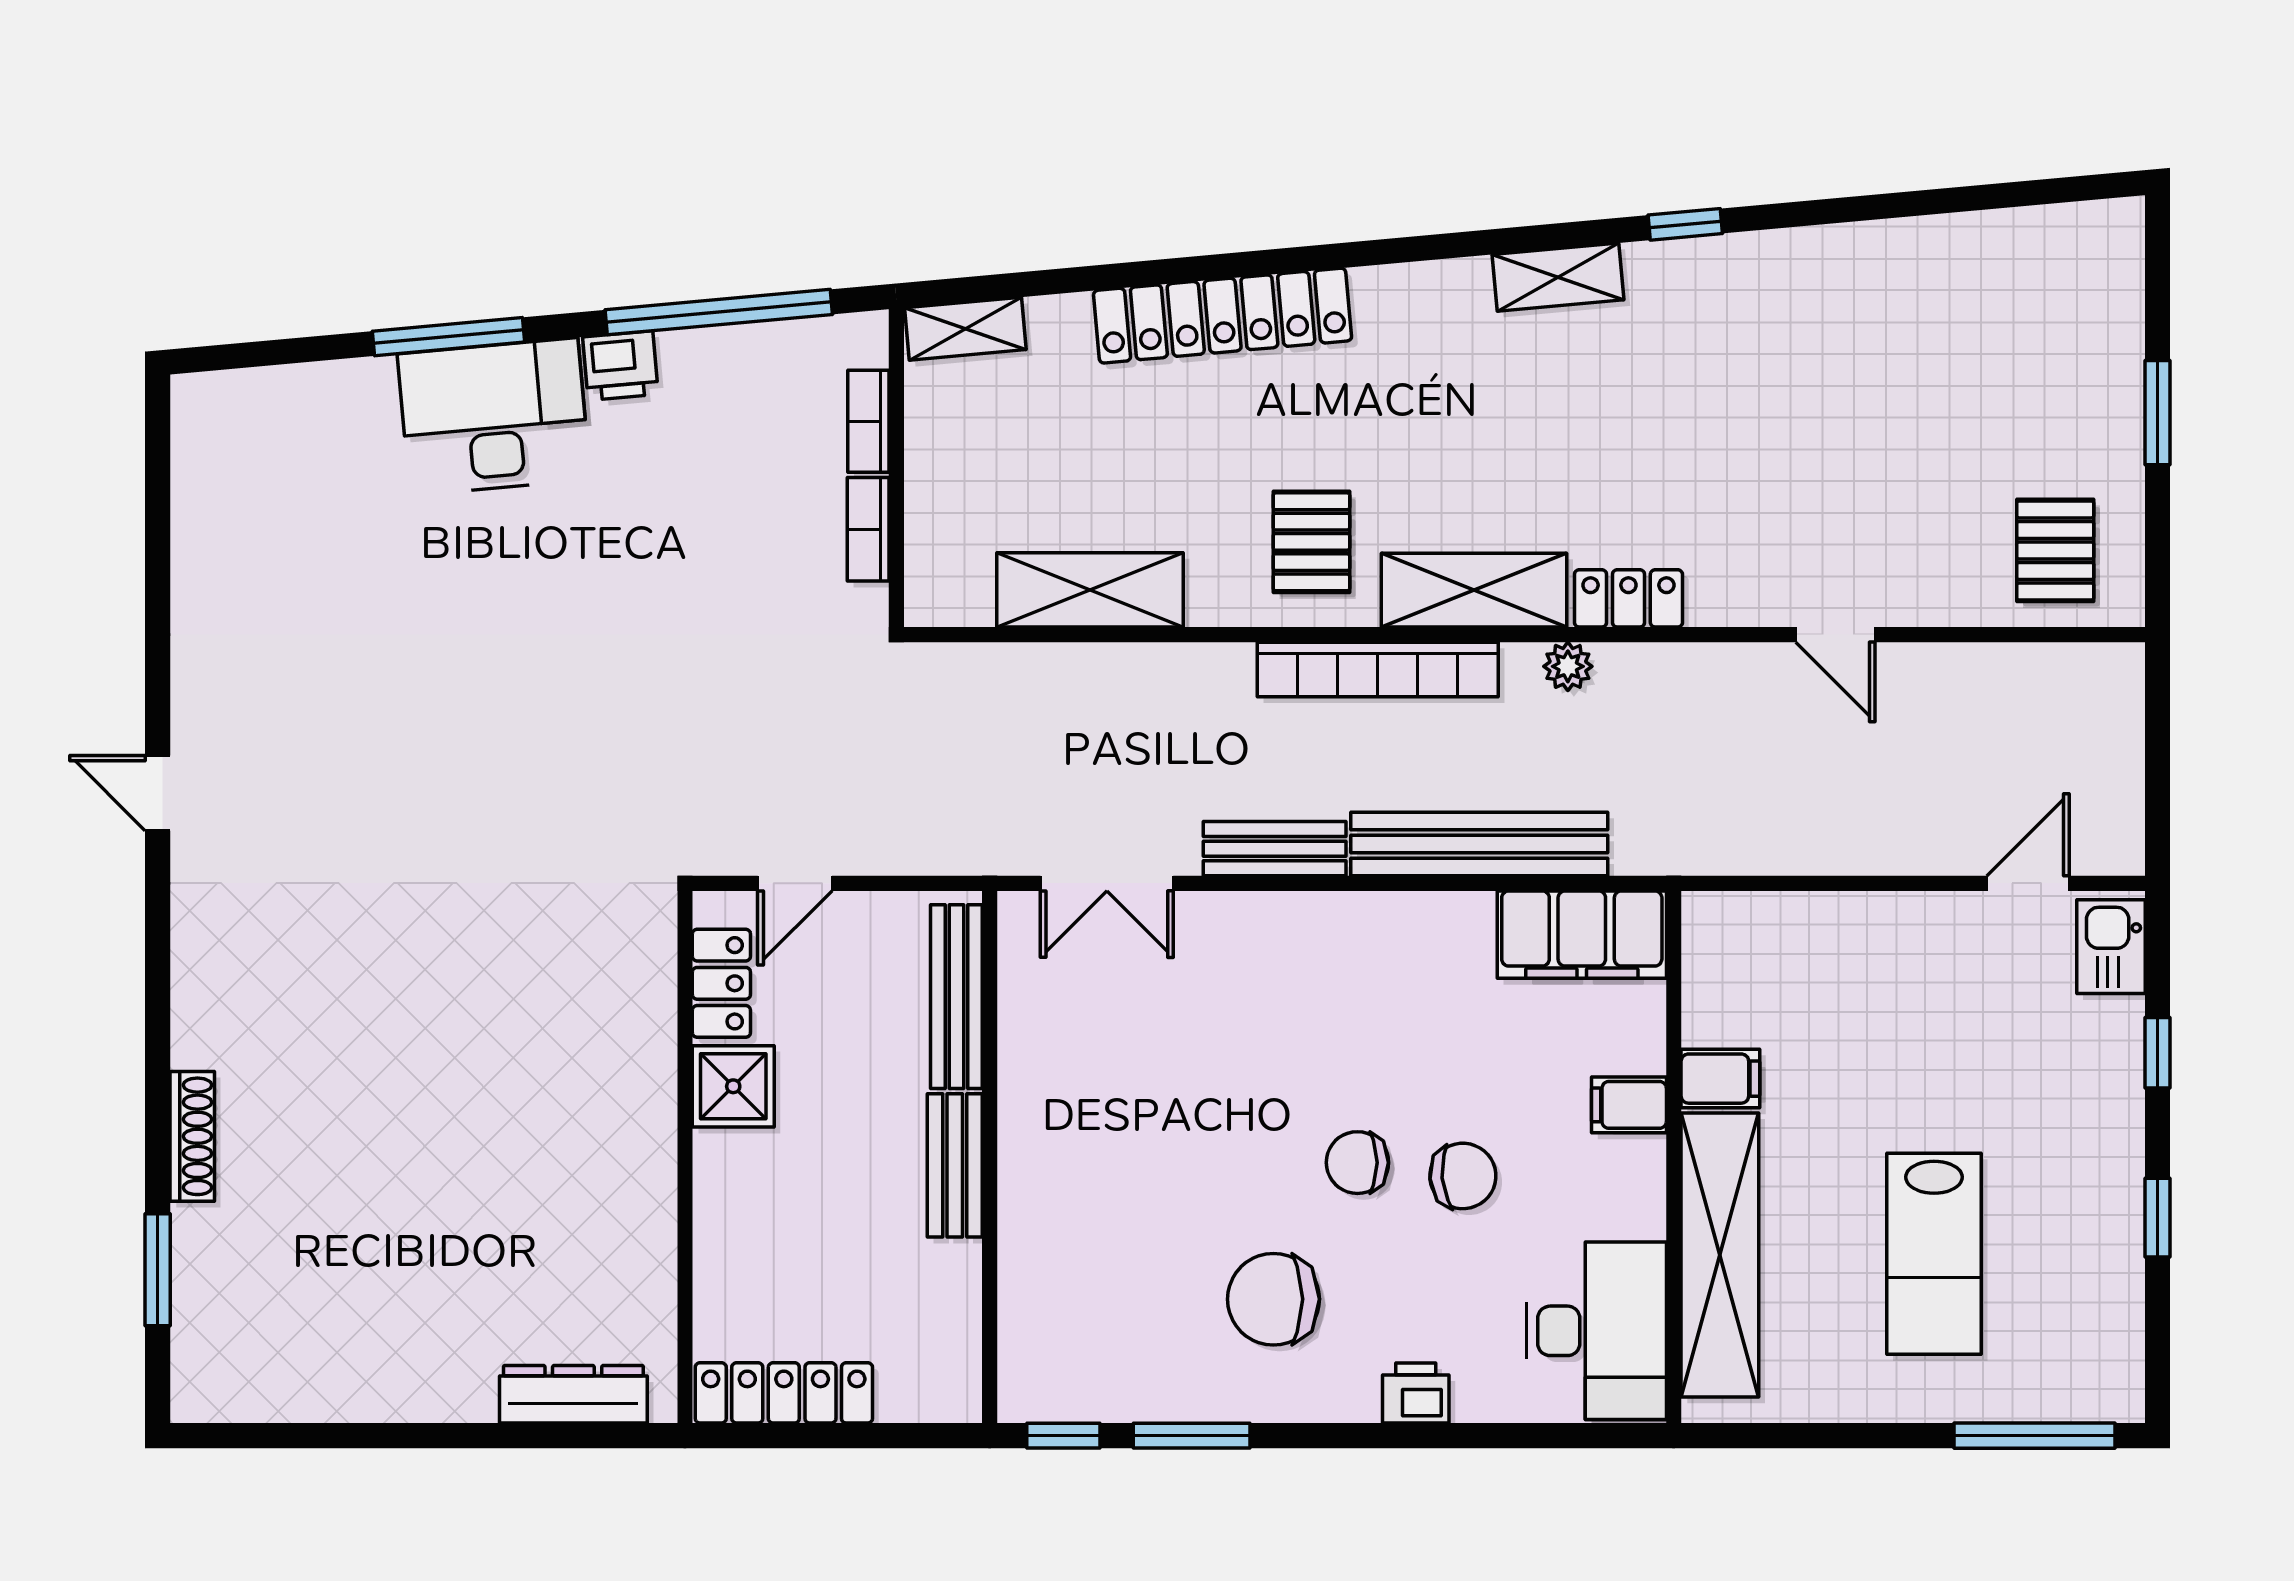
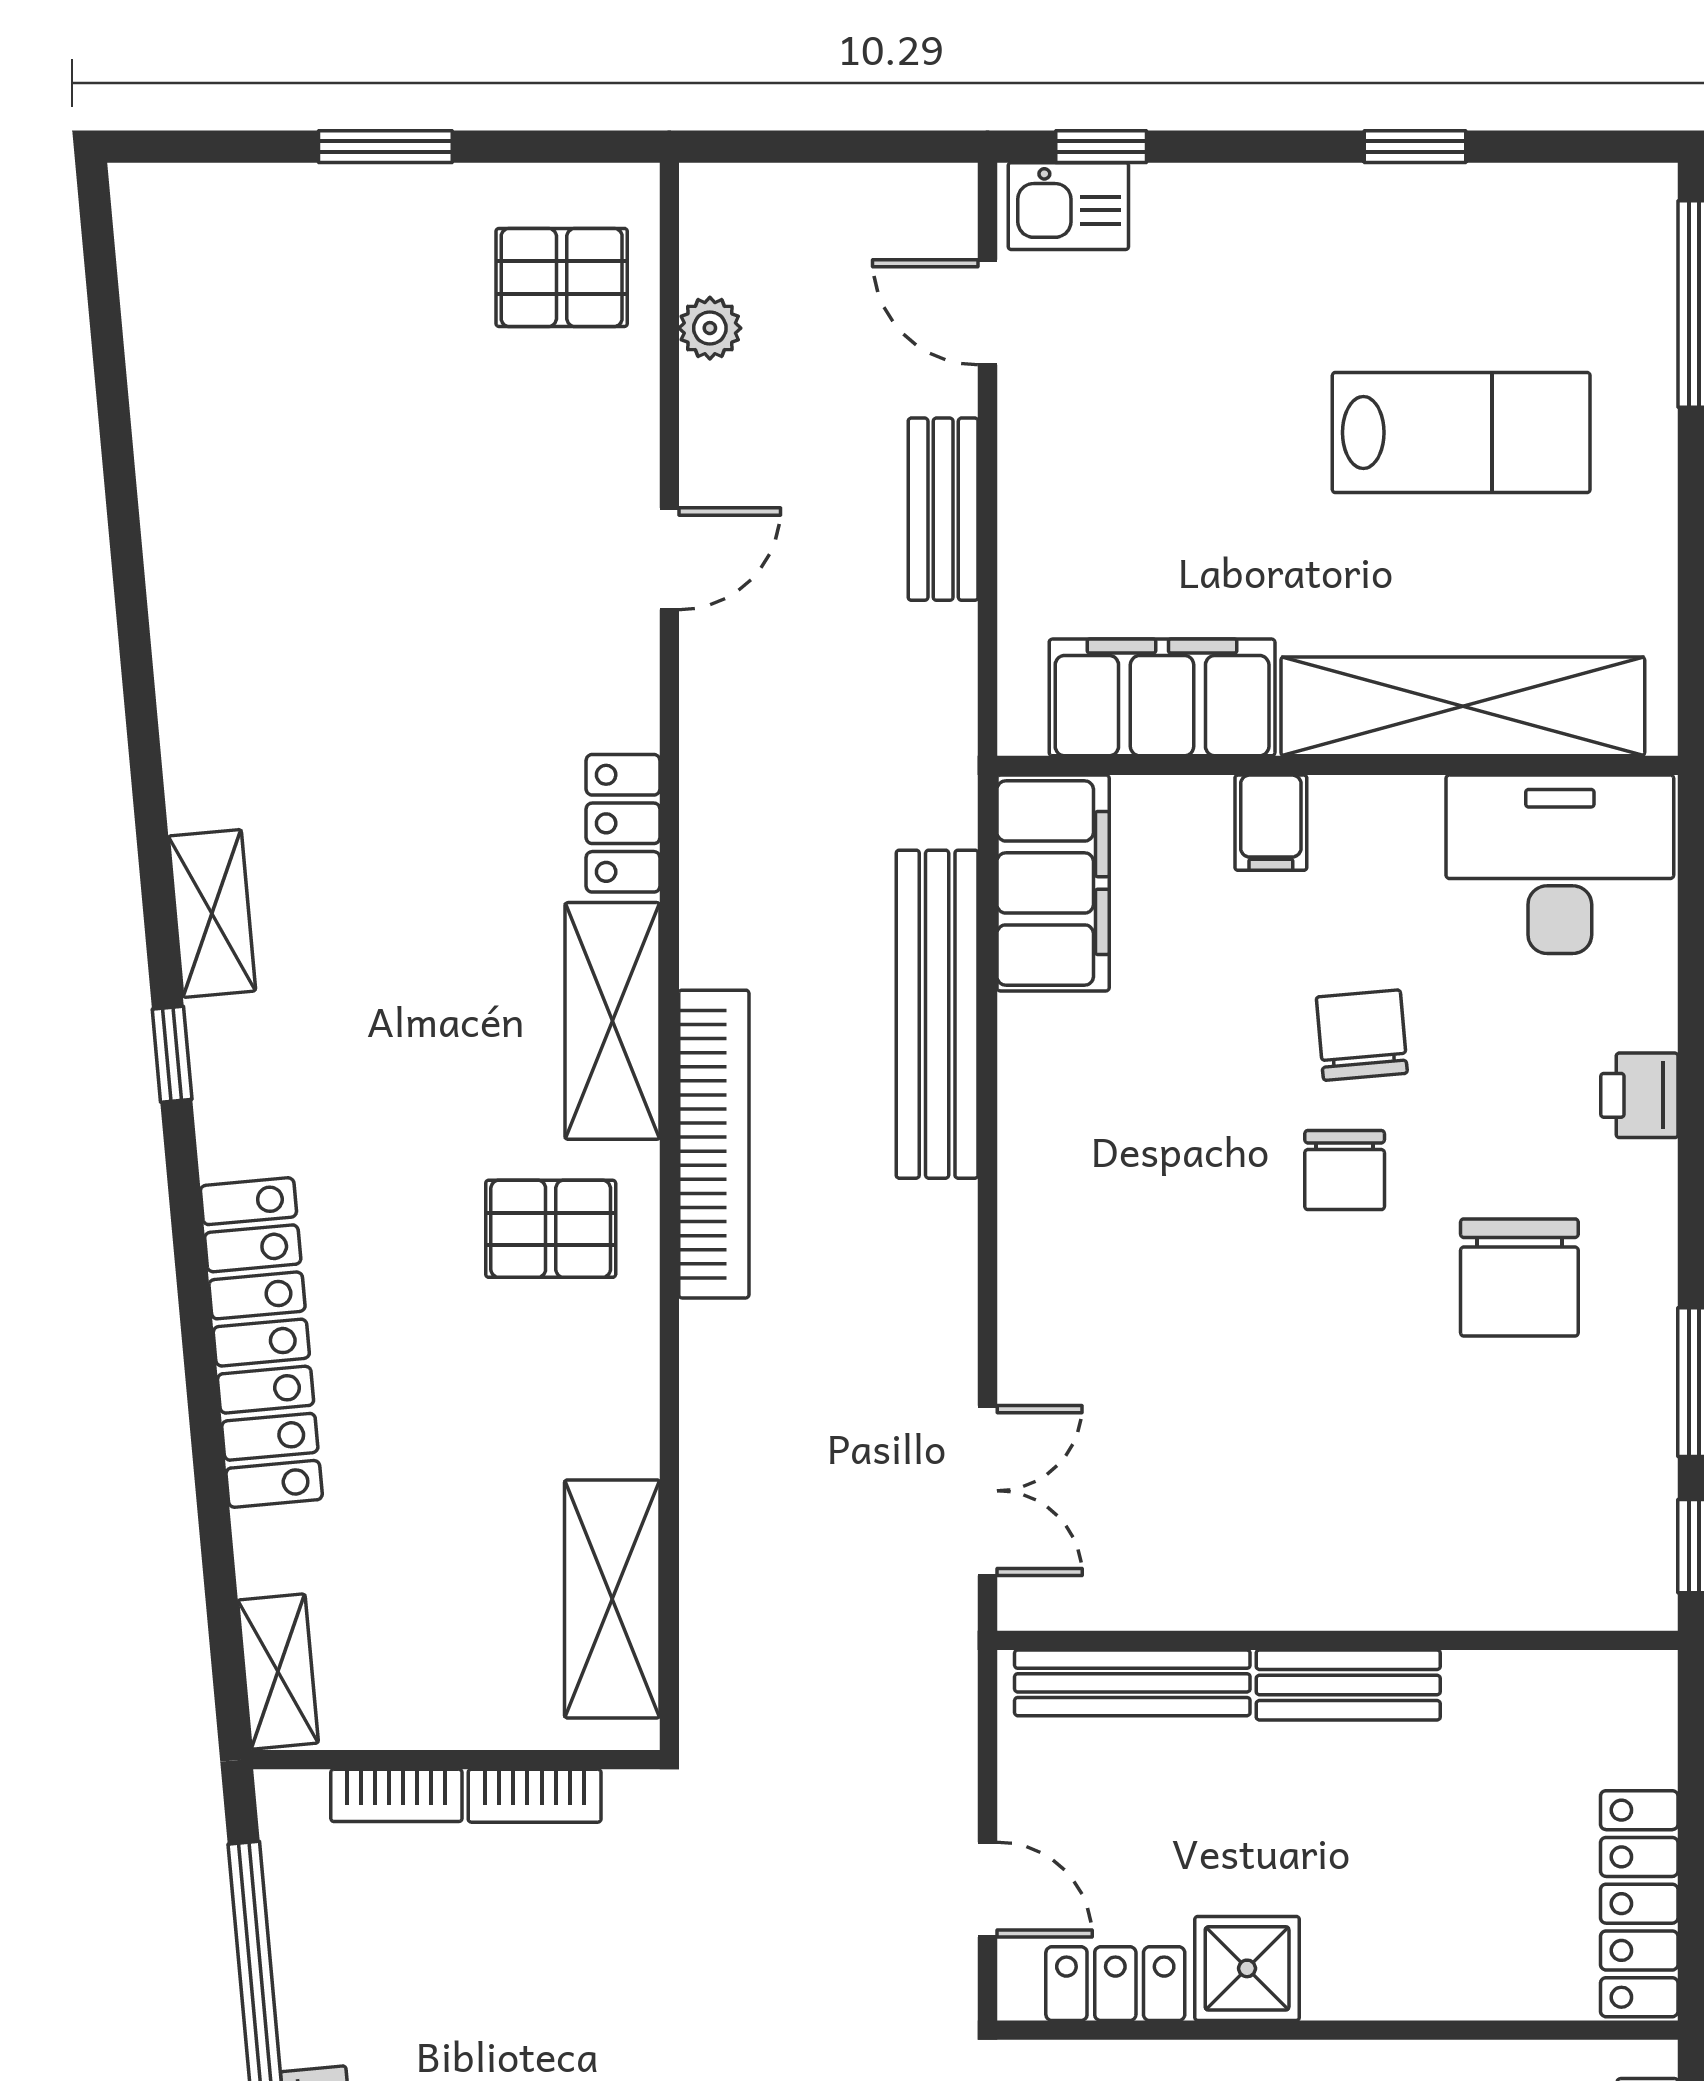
window: (1685, 224) -> (172, 1054), moved
shelving: (1090, 590) -> (612, 1599), moved
plant: (1568, 666) -> (710, 328), moved
bench: (1275, 849) -> (943, 509), moved
window: (2158, 1053) -> (1101, 147), moved
filing cabinet: (1720, 1079) -> (1162, 697), width x3.00, depth x1.17

